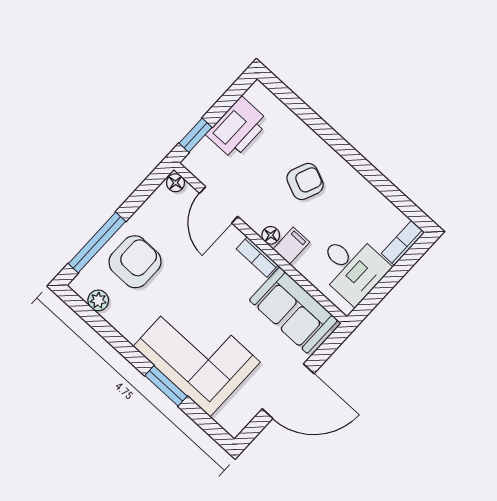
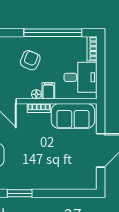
window: (370, 173) -> (53, 33), added
corner sofa: (197, 354) -> (50, 169), removed
window: (166, 386) -> (20, 193), moved

